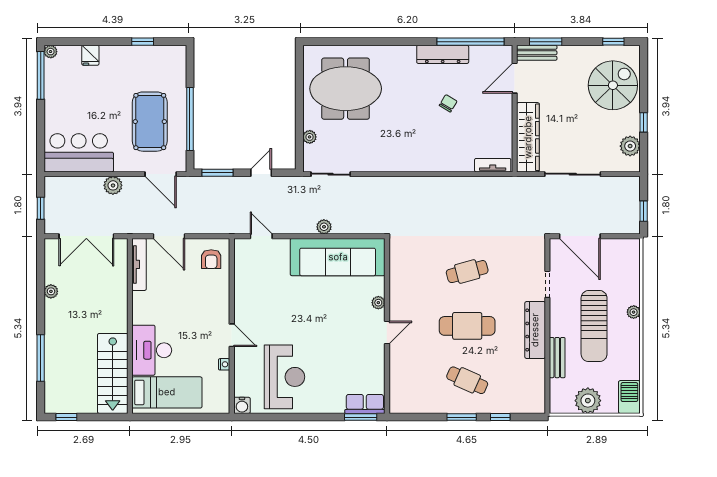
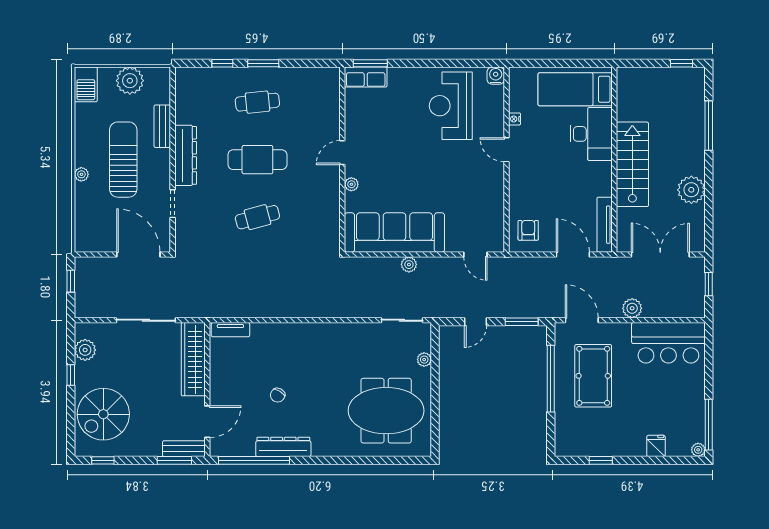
plant: (51, 291) -> (691, 190), width x1.88, depth x1.88
stairs: (113, 373) -> (632, 164), moved
cafe table: (467, 380) -> (257, 102), turned -30

